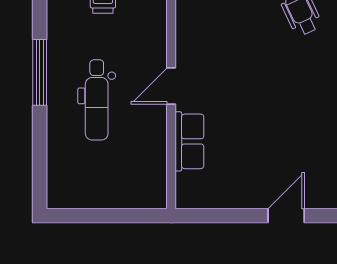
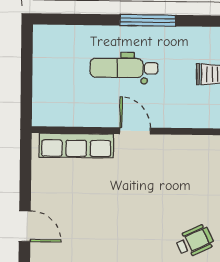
row of seats: (189, 141) -> (76, 145), width x1.48

